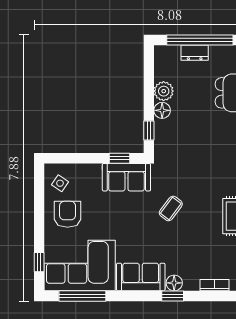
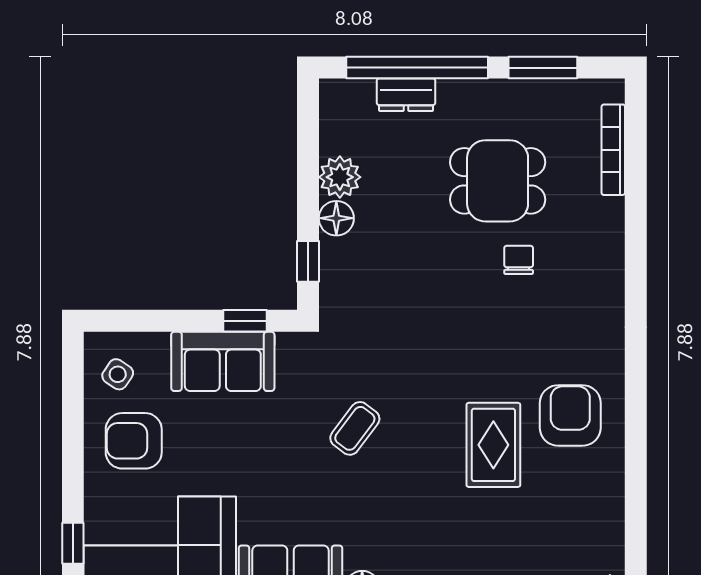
sofa: (126, 177) -> (223, 361), moved
armchair: (68, 214) -> (134, 441), turned -90

